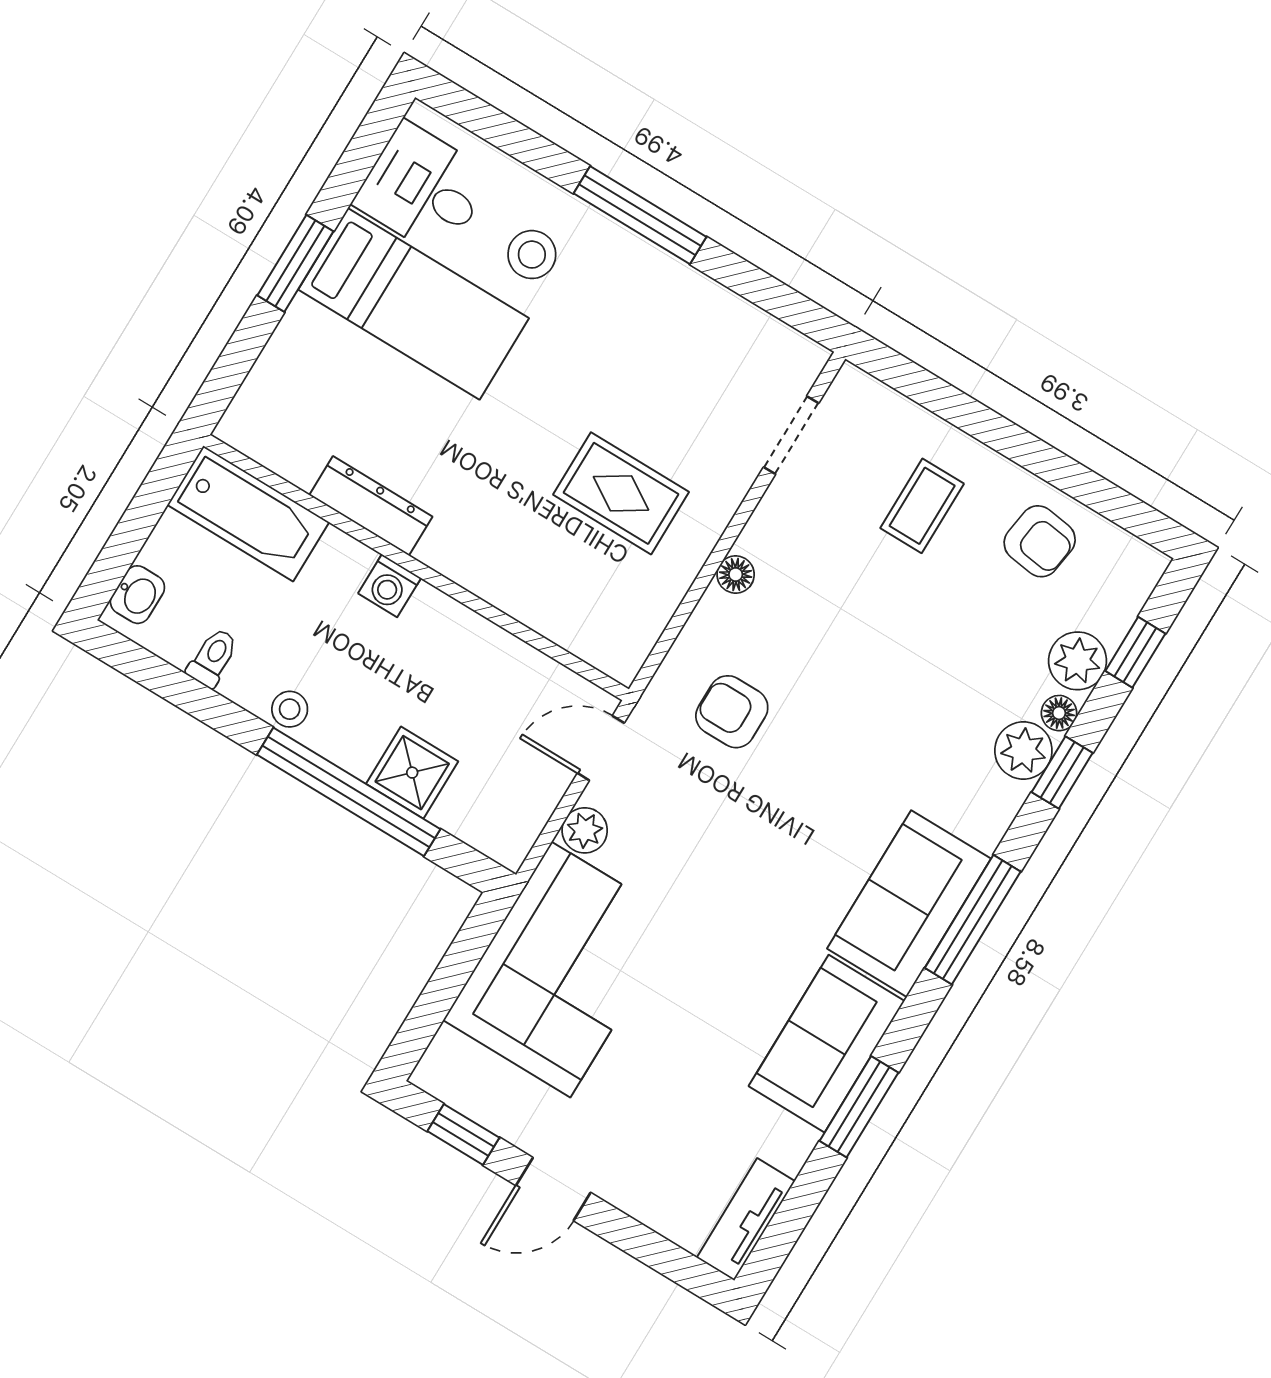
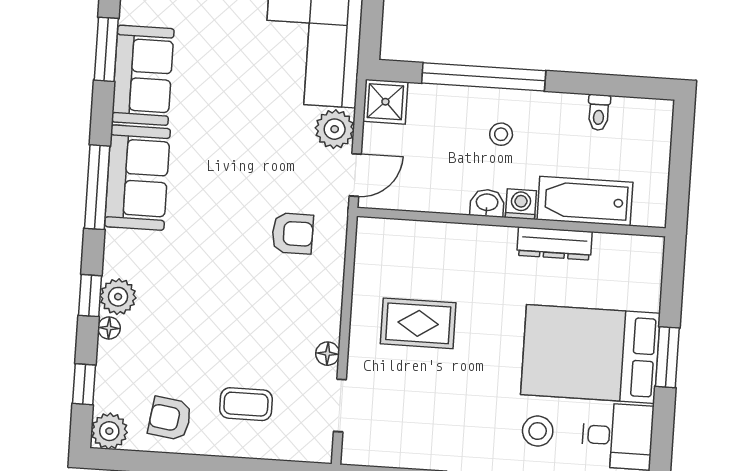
bed: (414, 304) -> (590, 354), width x1.50
coffee table: (922, 506) -> (246, 404), turned 90
bathtub: (248, 514) -> (585, 201), moved
floor lamp: (736, 575) -> (328, 354), moved
washbasin: (137, 595) -> (487, 203), moved, turned 90
plant: (1078, 661) -> (109, 431), moved
stool: (290, 709) -> (501, 134), moved
shower: (412, 773) -> (385, 102), moved
plant: (585, 830) -> (335, 129), width x1.38, depth x1.38

